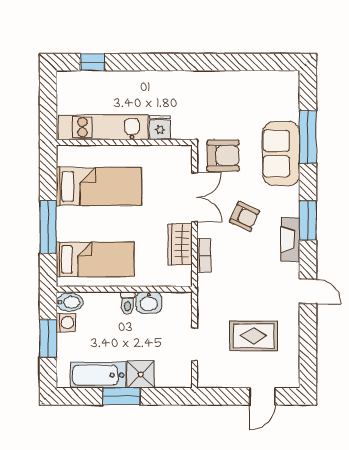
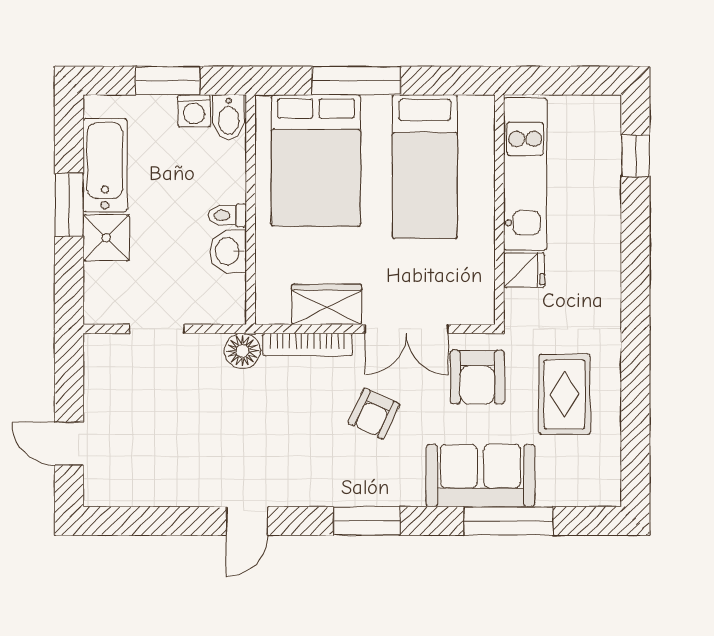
fireplace: (290, 239) -> (335, 491), removed
bookcase: (204, 256) -> (308, 344), width x1.56
bed: (95, 259) -> (316, 161), width x1.50
floor lamp: (208, 294) -> (242, 351), added
rug: (254, 336) -> (564, 394), moved

